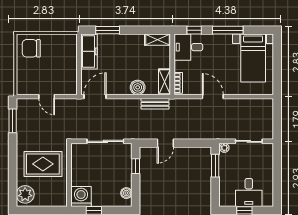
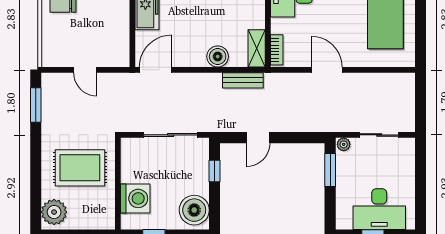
desk: (249, 192) -> (379, 209), width x1.37
boiler: (126, 193) -> (194, 210), width x1.86, depth x1.86
washing machine: (81, 196) -> (135, 198), moved, turned 90

